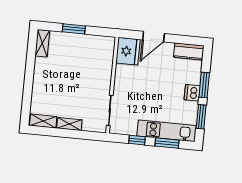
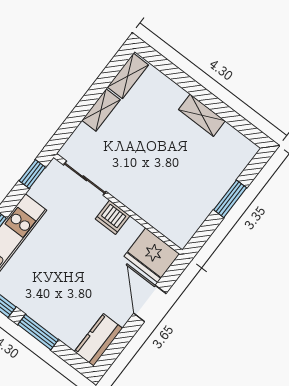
shelving: (42, 43) -> (202, 115), moved
dishwasher: (192, 93) -> (113, 217), moved, turned 180
window: (137, 140) -> (32, 174), moved

